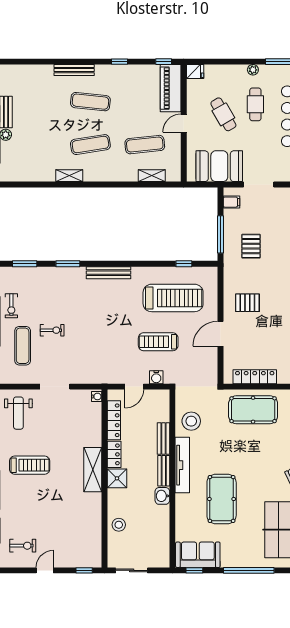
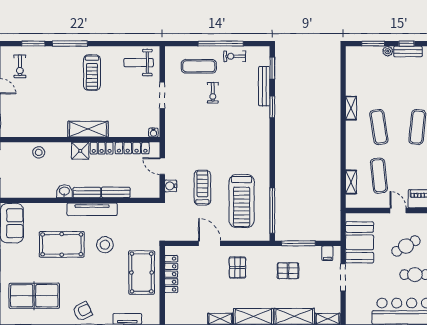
window: (184, 264) -> (272, 211), width x3.17
bench: (108, 273) -> (264, 86), moved
stool: (191, 421) -> (105, 245), moved

